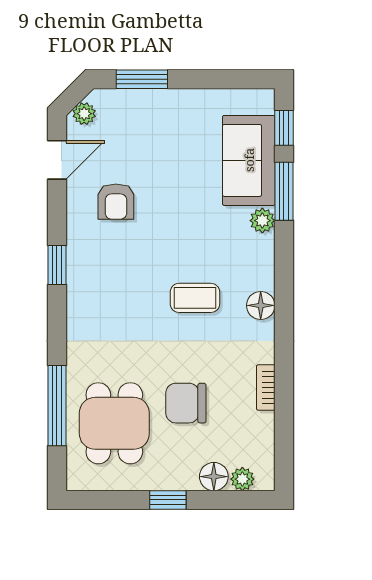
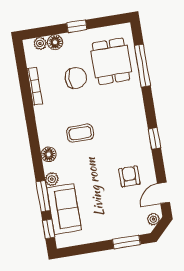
floor lamp: (261, 305) -> (49, 154), moved
bookcase: (266, 387) -> (35, 86), width x1.56

